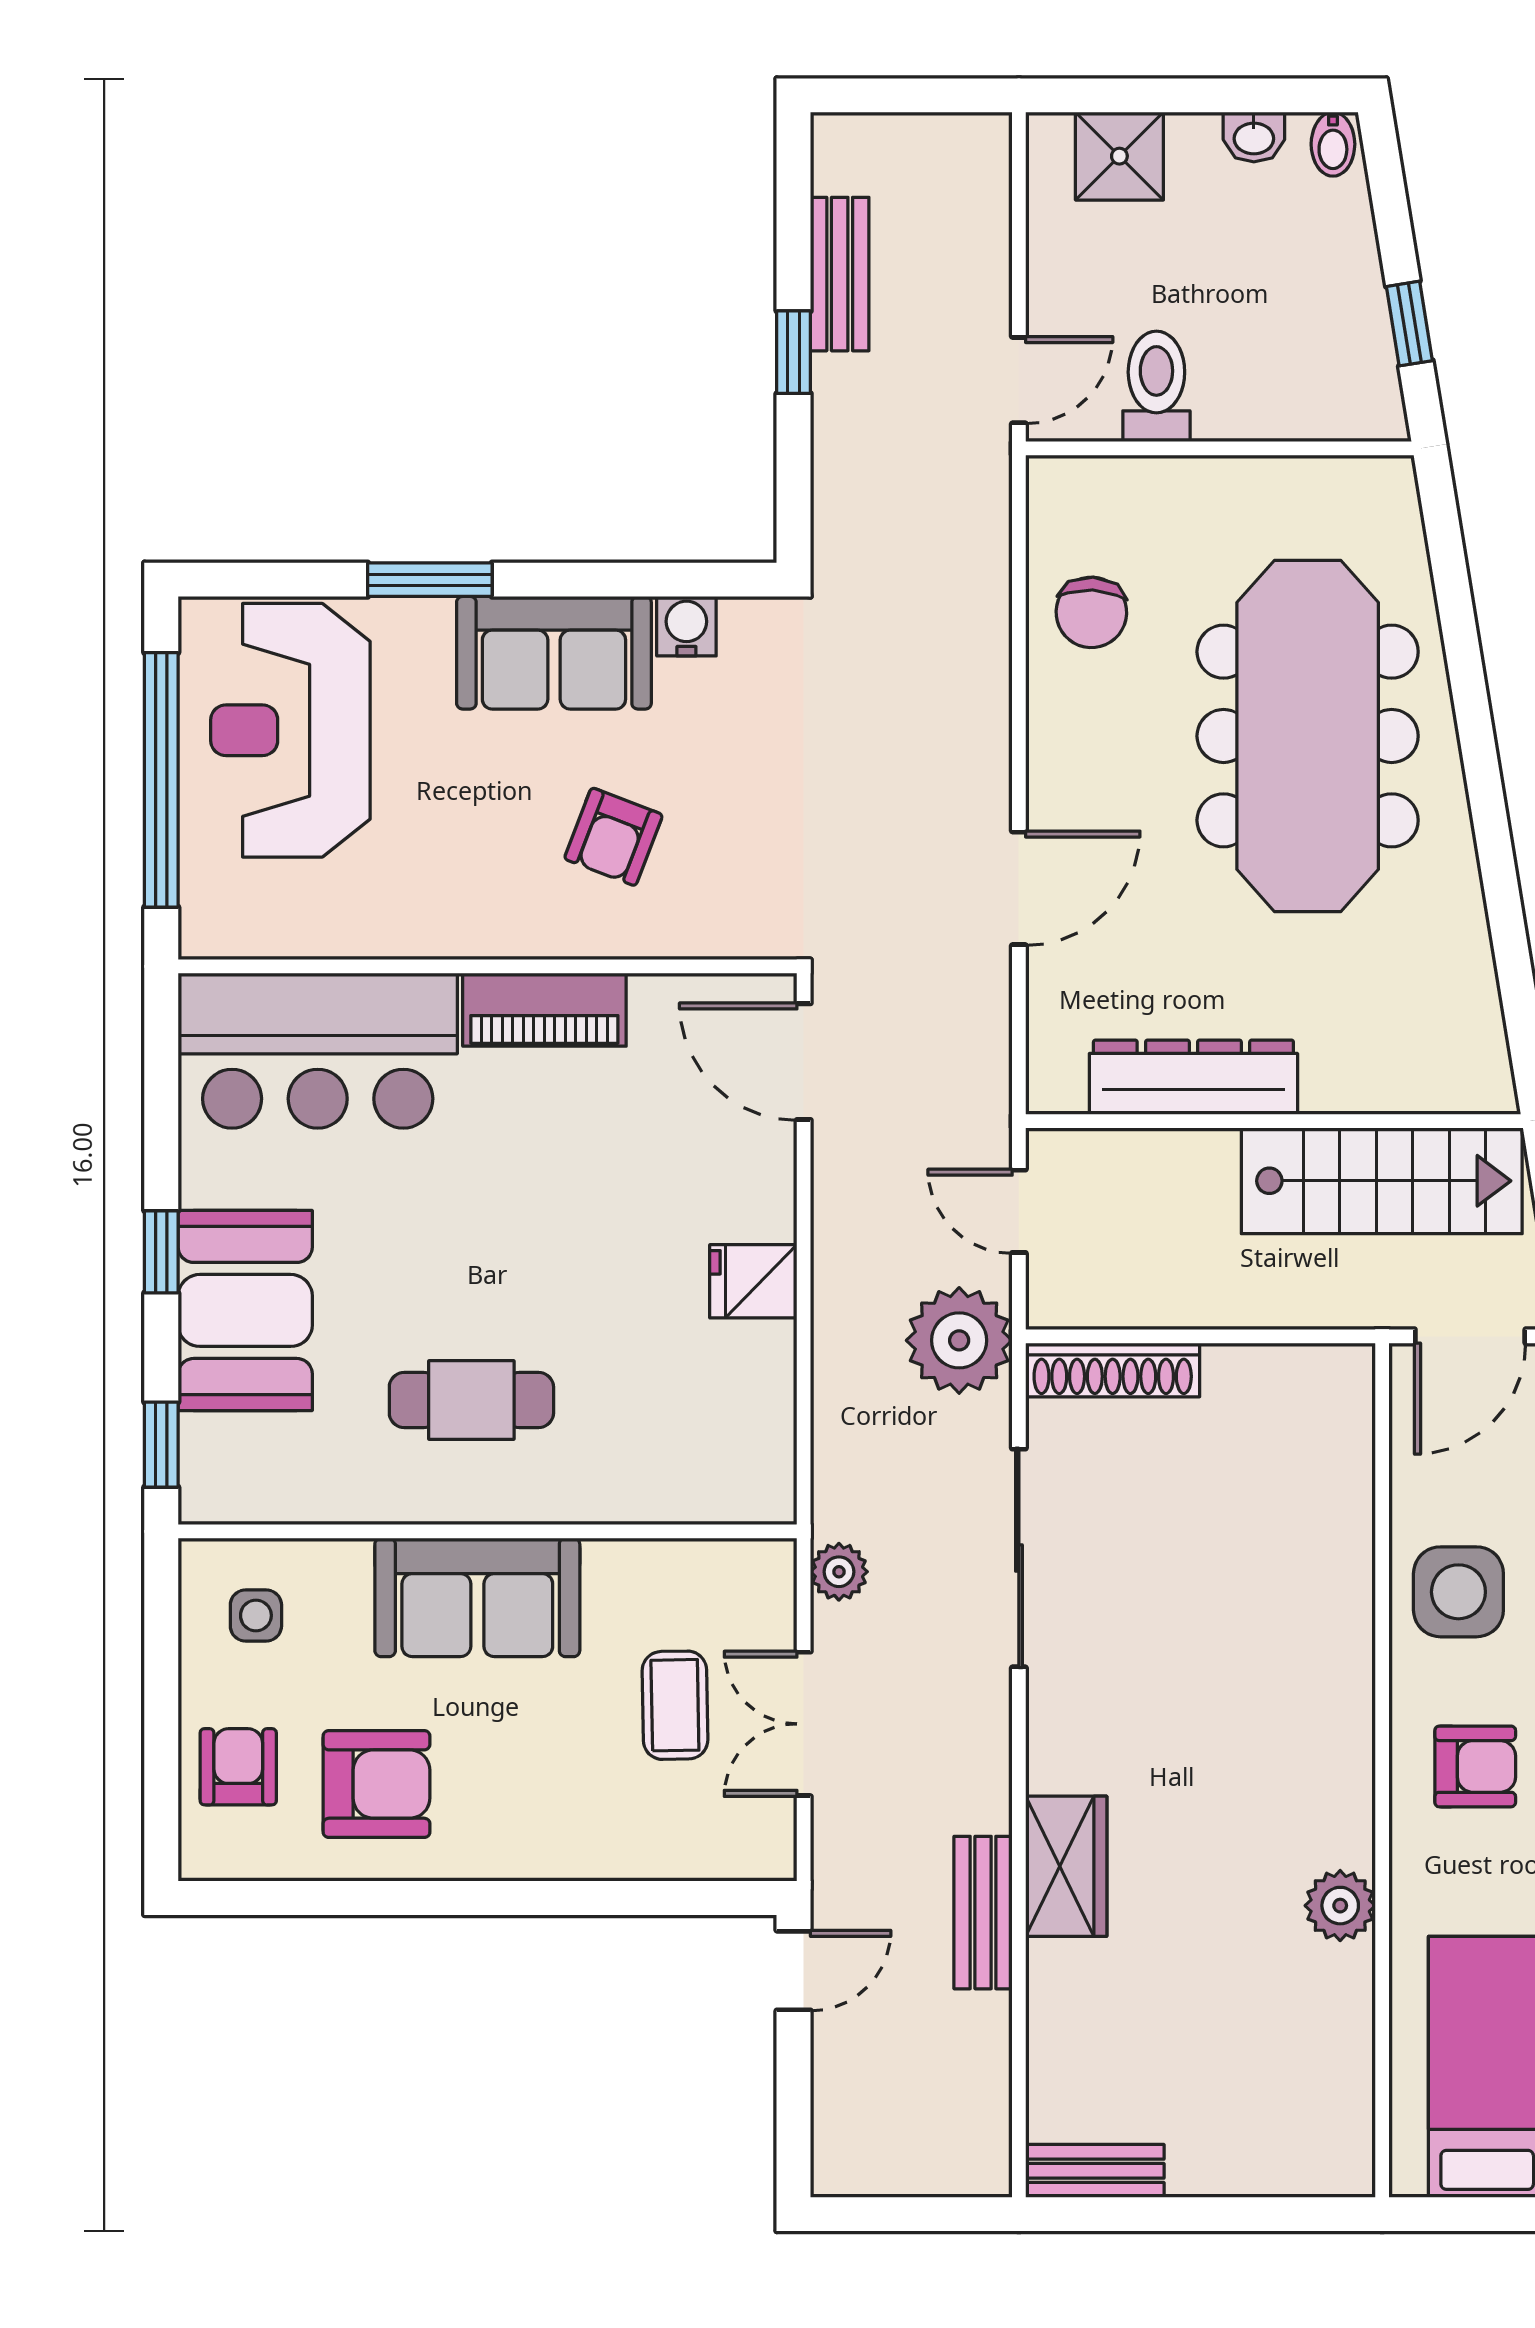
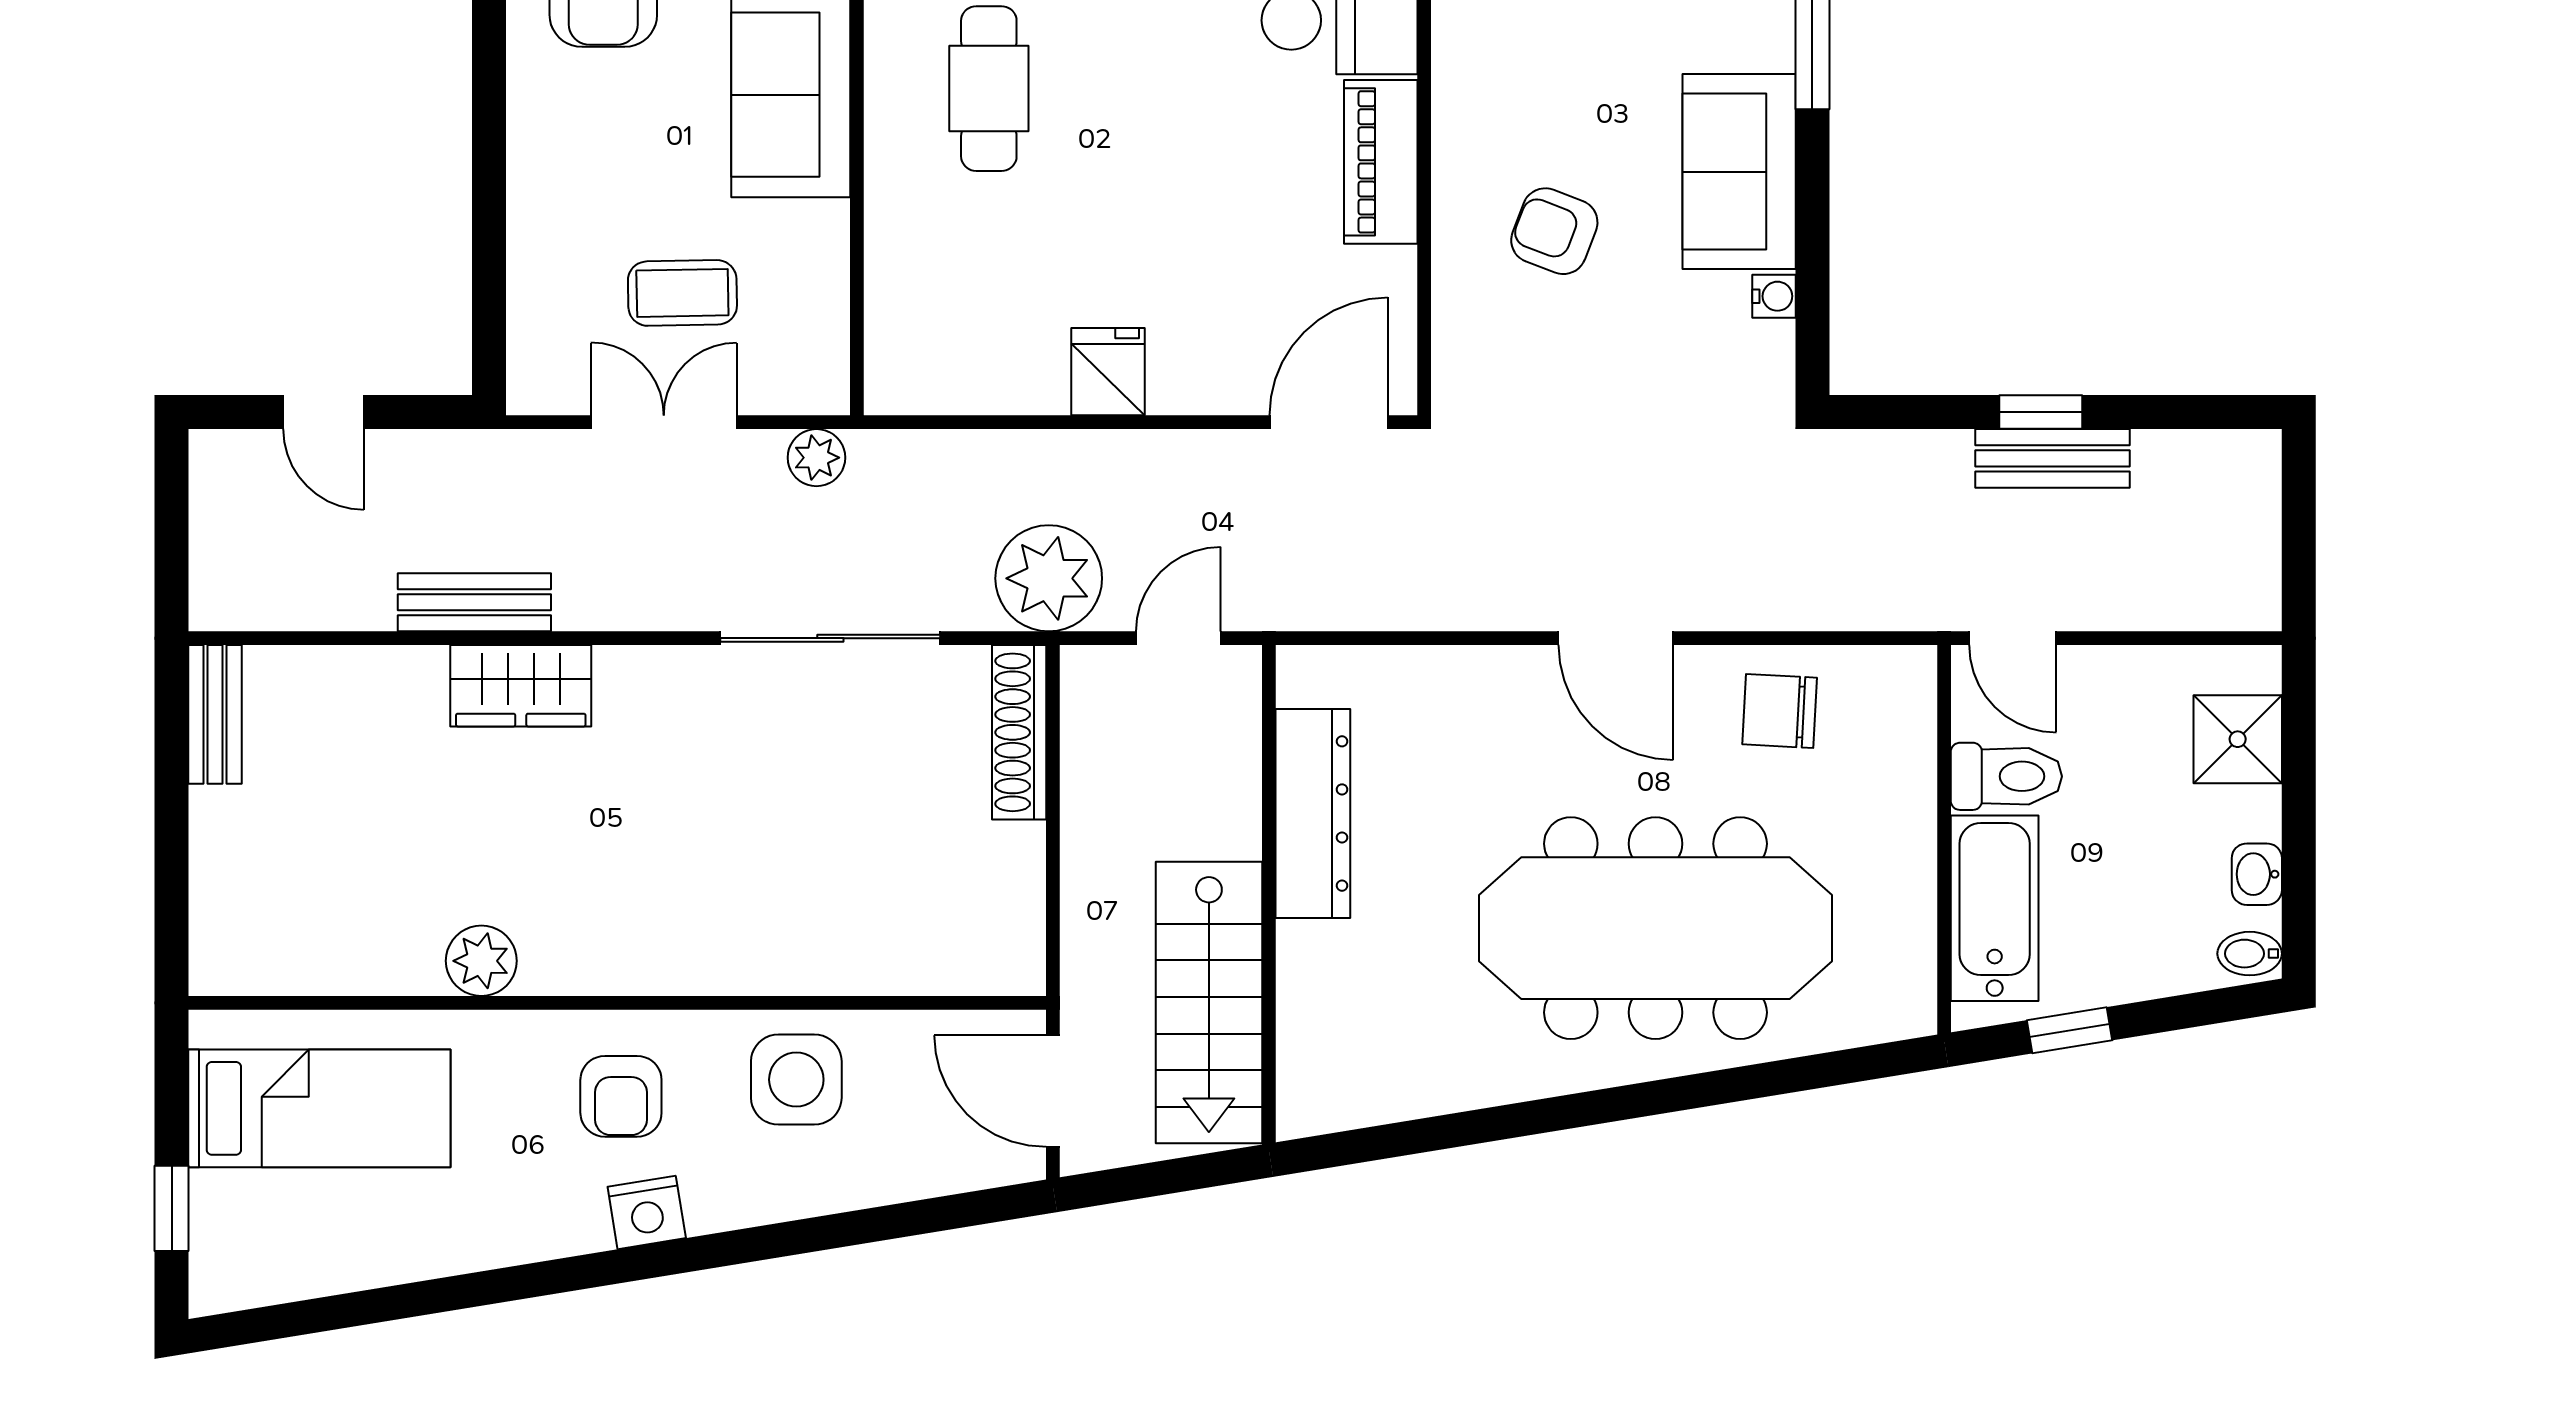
bench: (840, 274) -> (2052, 458), moved
bathtub: (1288, 398) -> (1995, 908), added
water cooler: (686, 626) -> (1774, 296), width x0.72, depth x0.72
door: (1019, 888) -> (1616, 638), moved
door: (794, 1971) -> (324, 412), moved

